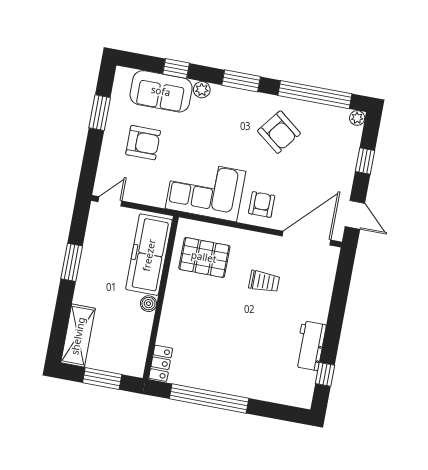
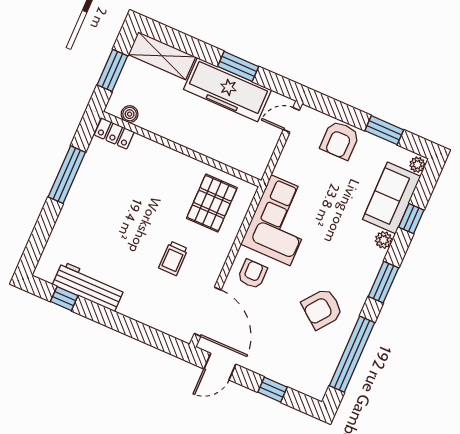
plant: (357, 118) -> (417, 165), moved
armchair: (143, 143) -> (340, 140), moved
door: (110, 201) -> (291, 120), swing flipped
armchair: (262, 204) -> (252, 274), turned -90
freezer: (149, 255) -> (227, 90), moved, turned 180
boiler: (149, 304) -> (130, 114), moved
workbench: (310, 346) -> (88, 286), width x1.37
window: (209, 399) -> (67, 175), width x0.68

